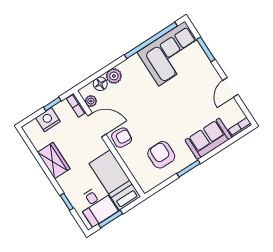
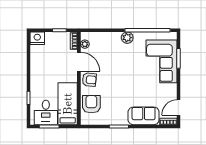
corner sofa: (172, 54) -> (161, 61), moved, turned 90
plant: (114, 76) -> (127, 38), moved
floor lamp: (100, 84) -> (98, 37), removed
door: (230, 87) -> (178, 107), moved
nightstand: (48, 120) -> (37, 38), moved
armchair: (161, 155) -> (91, 104), moved
wardrobe: (54, 161) -> (37, 66), removed

